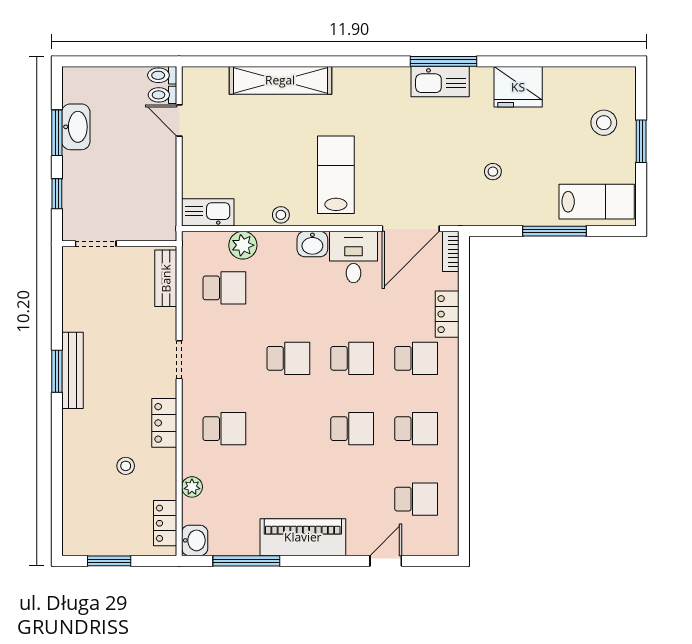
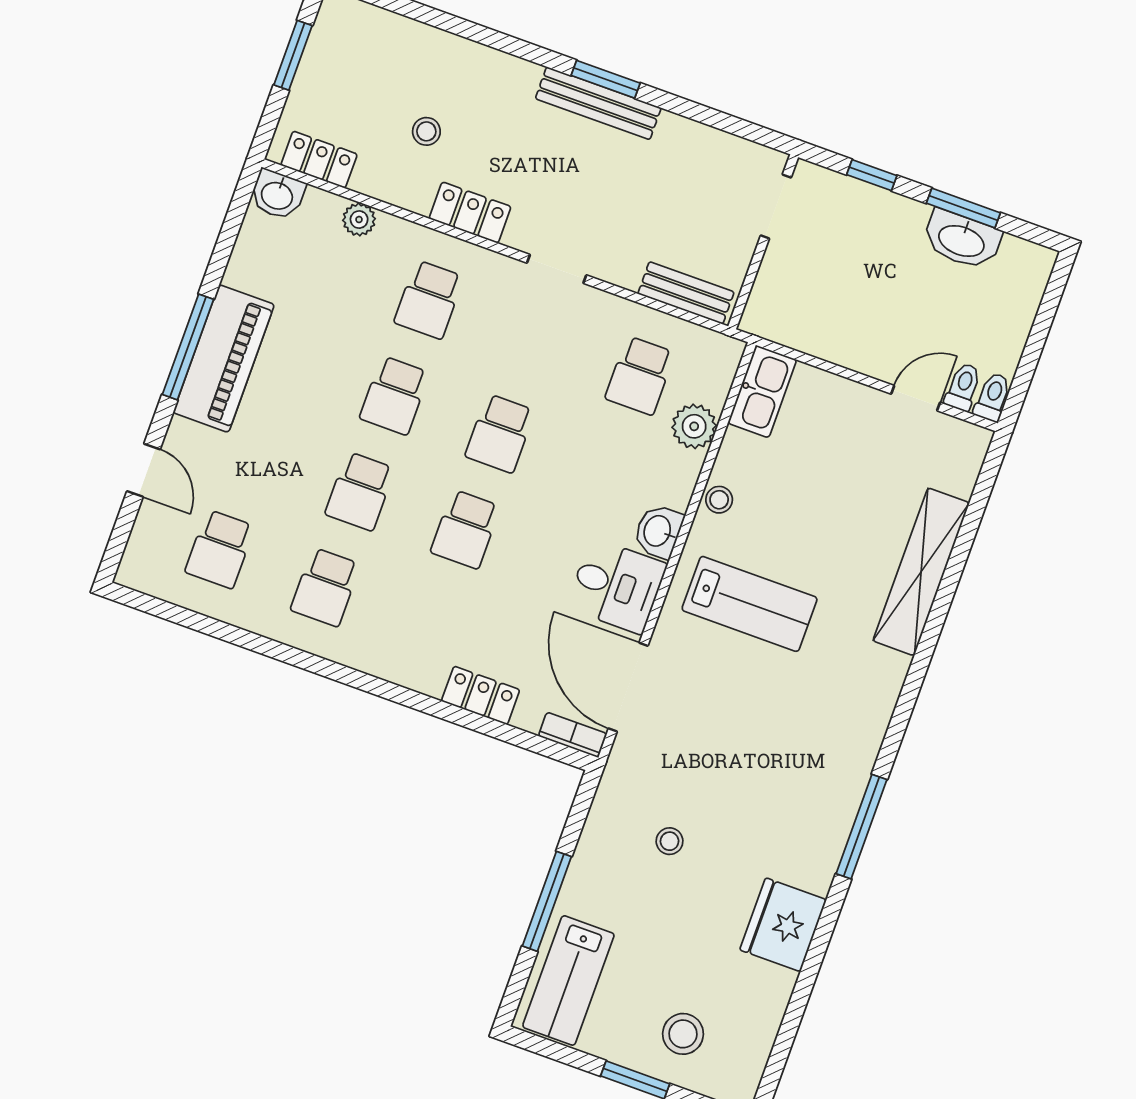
kitchen sink: (440, 82) -> (833, 810), removed
school desk: (416, 358) -> (394, 395), moved
window: (246, 561) -> (188, 347), moved

